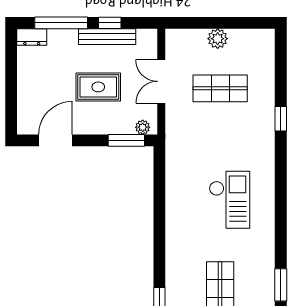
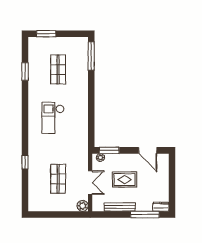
window: (110, 23) -> (118, 214), removed
plant: (218, 39) -> (83, 206), moved
shop shelf: (220, 88) -> (58, 179), turned 90
door: (55, 140) -> (148, 150), hinge flipped

